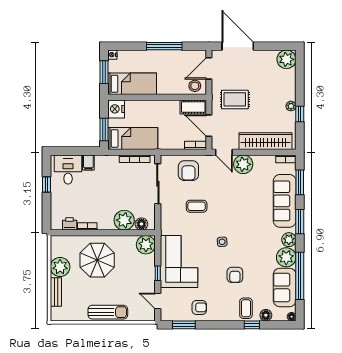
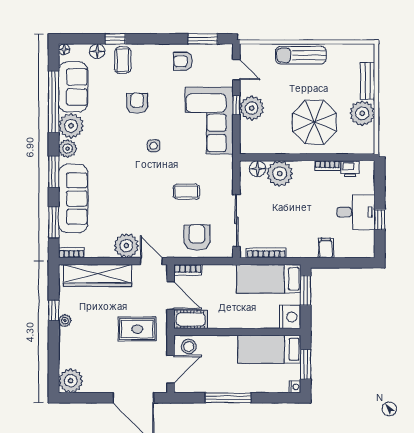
desk: (68, 169) -> (356, 212), moved, turned -90
plant: (146, 245) -> (252, 108), moved

